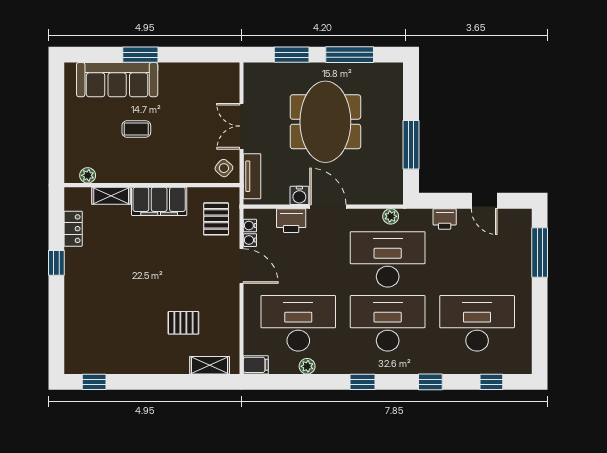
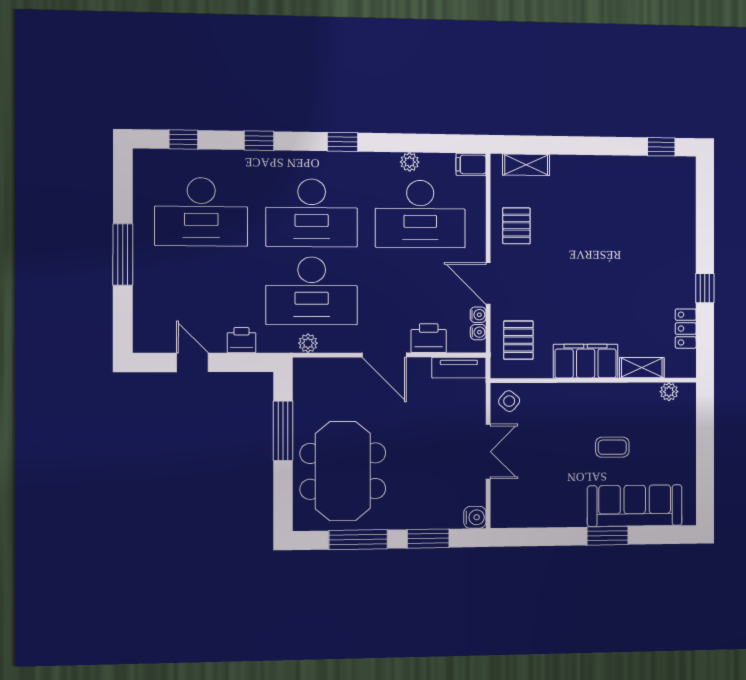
meeting table: (325, 122) -> (343, 471), moved
tv unit: (252, 176) -> (459, 368), moved, turned -90
water cooler: (299, 195) -> (475, 517), moved, turned 90
window: (540, 253) -> (123, 254), moved
pallet: (183, 323) -> (516, 226), moved, turned 90

